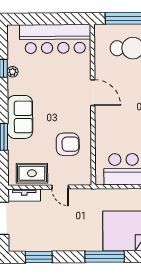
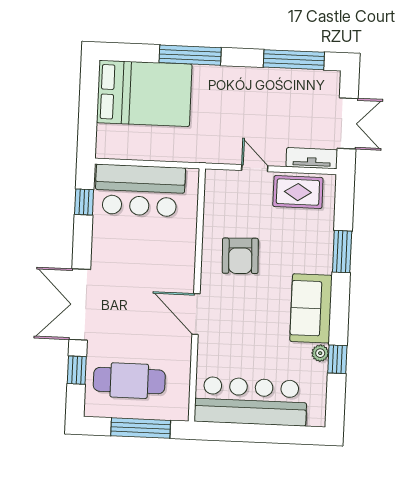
sofa: (20, 117) -> (311, 308), moved
armchair: (68, 144) -> (240, 256), moved, turned -92
window: (39, 257) -> (294, 60), width x1.44

